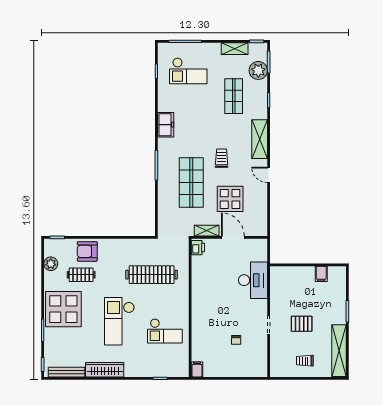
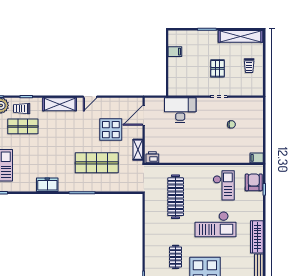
trolley: (222, 158) -> (22, 109), moved
door: (233, 237) -> (144, 115), moved
armchair: (87, 251) -> (254, 182), moved, turned 180

